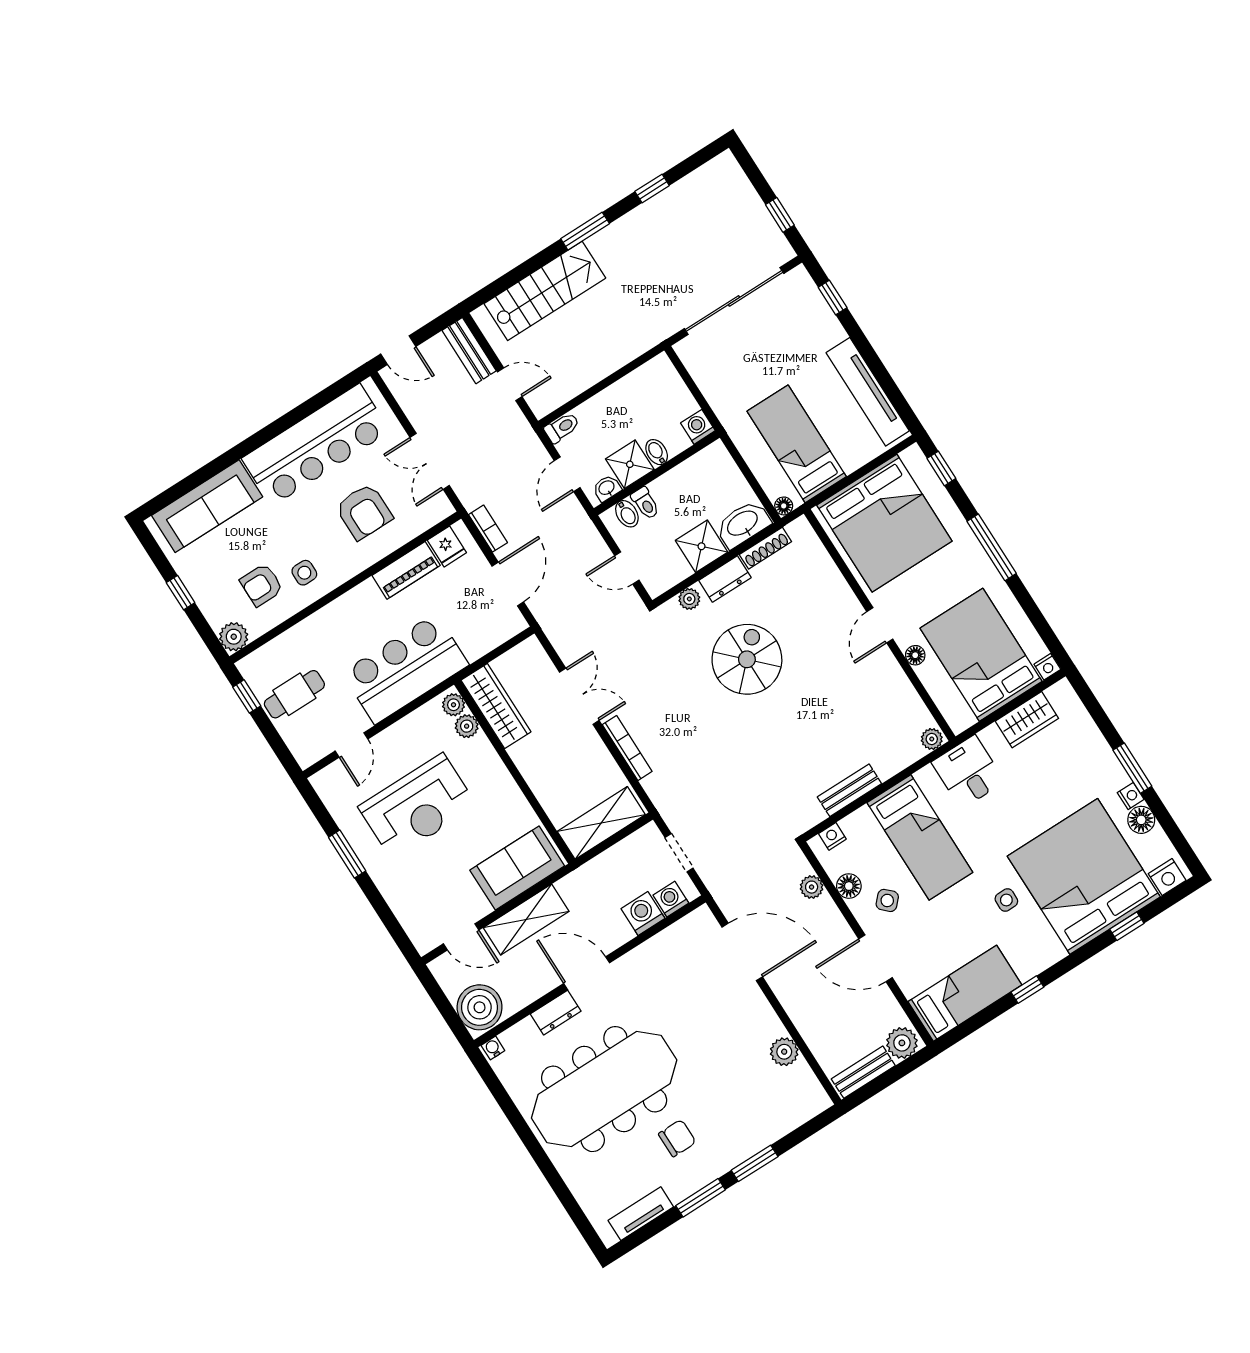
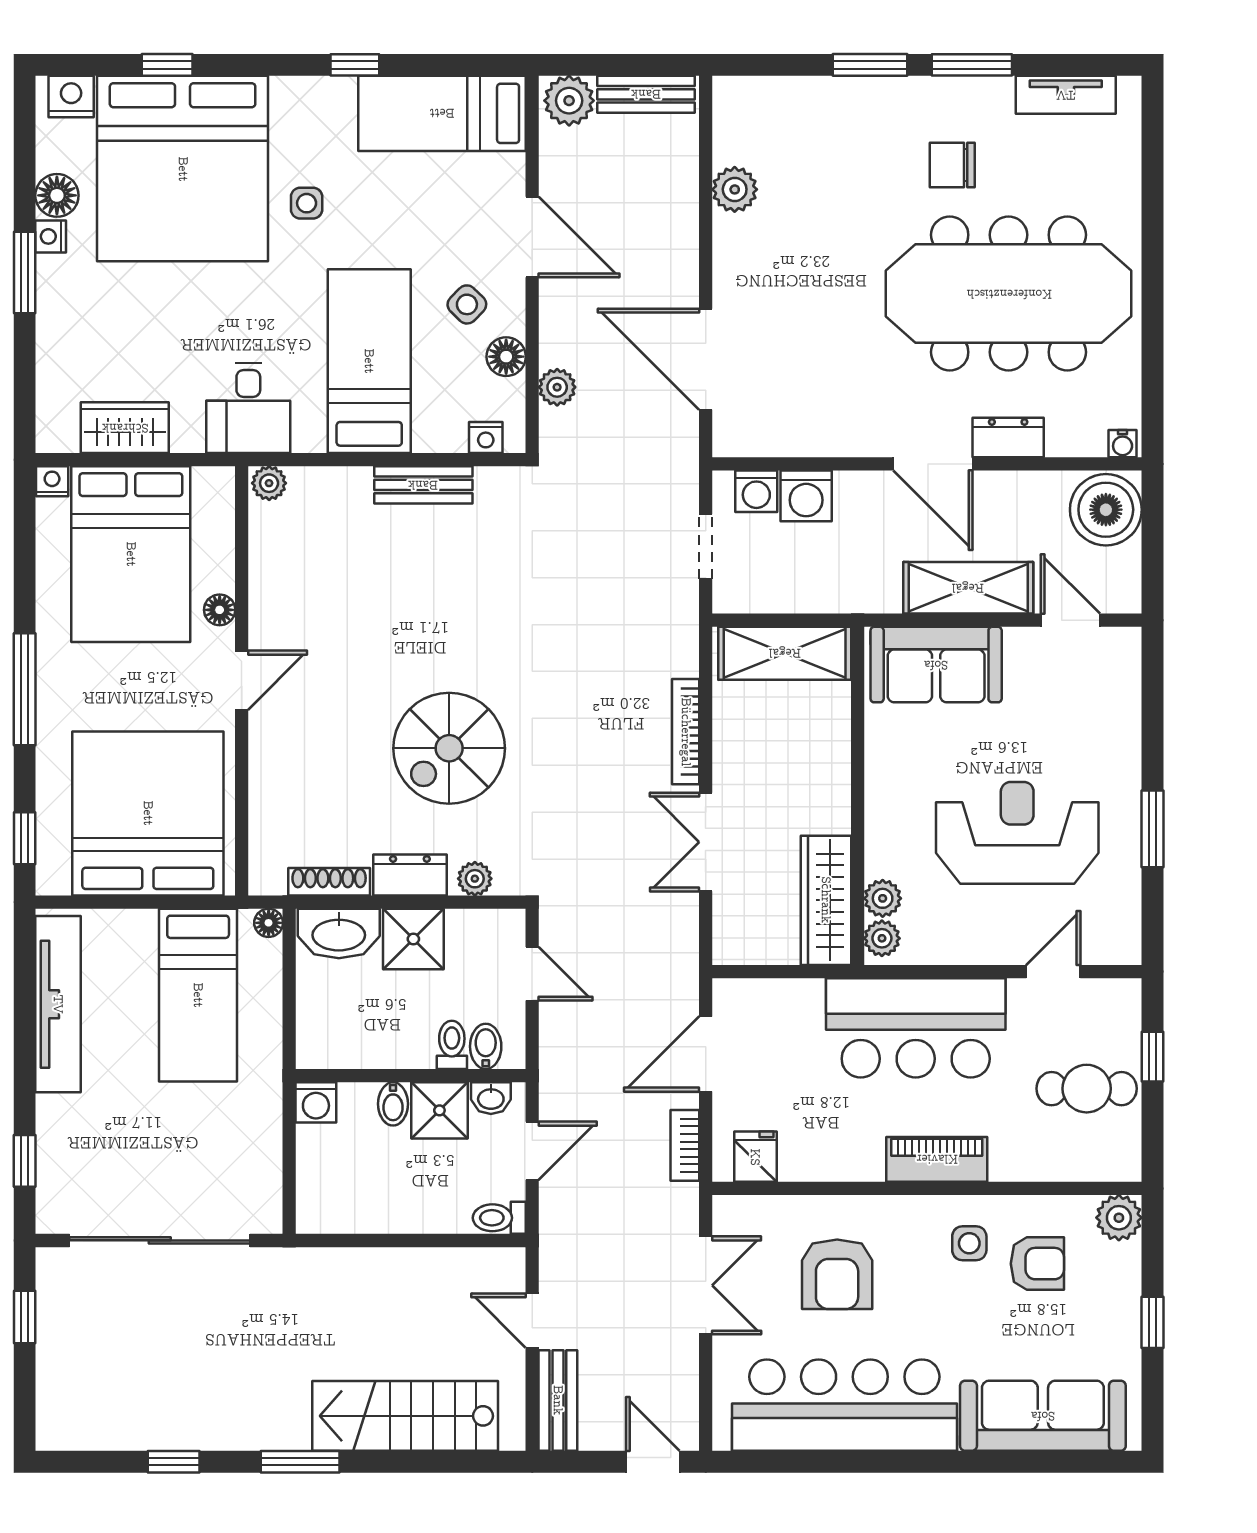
armchair: (364, 512) -> (837, 1274), turned 180
piano: (406, 570) -> (937, 1159), moved
window: (247, 696) -> (1153, 1057), moved

